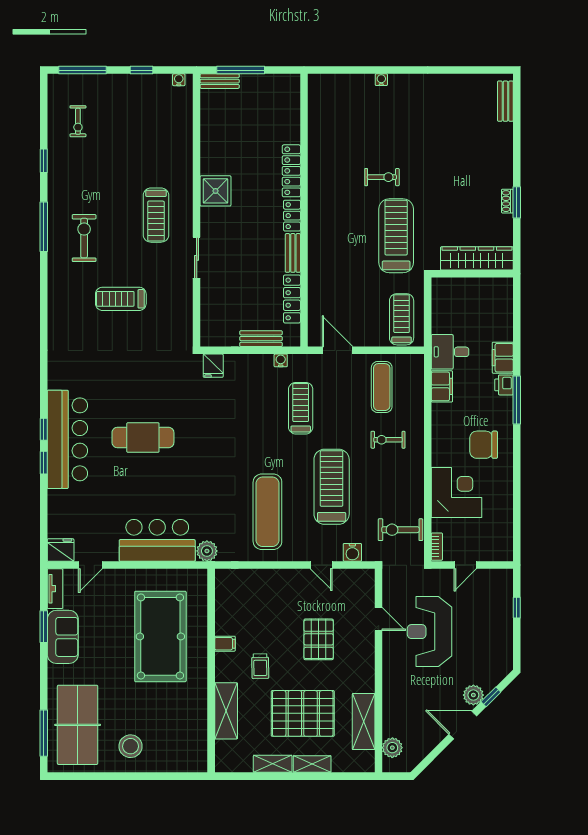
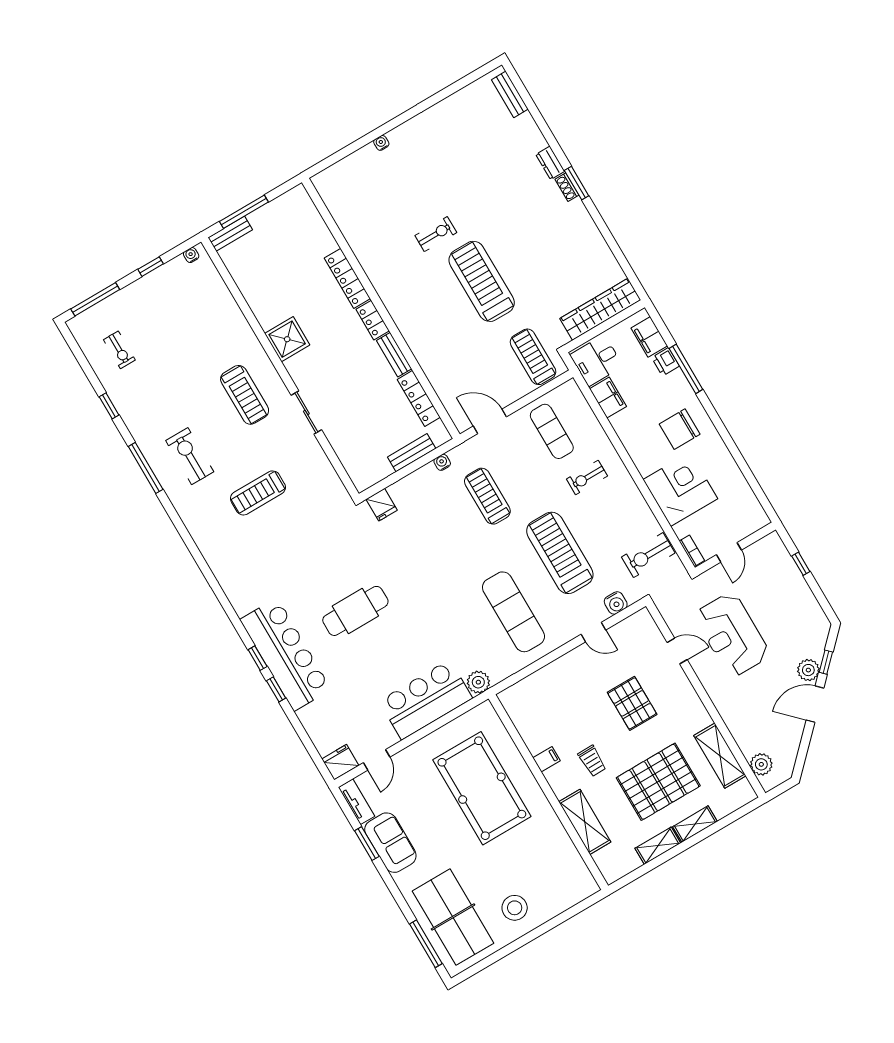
dresser: (506, 174) -> (550, 163), added
wardrobe: (477, 258) -> (600, 309), moved
wall: (472, 274) -> (604, 326), moved

